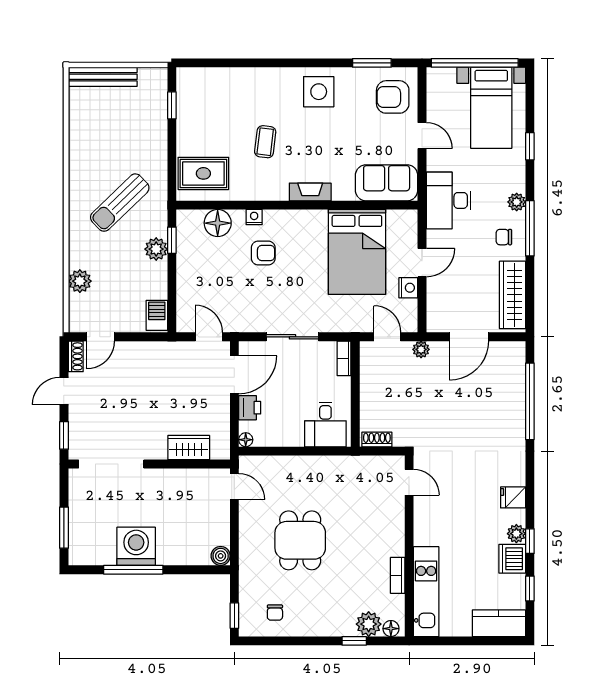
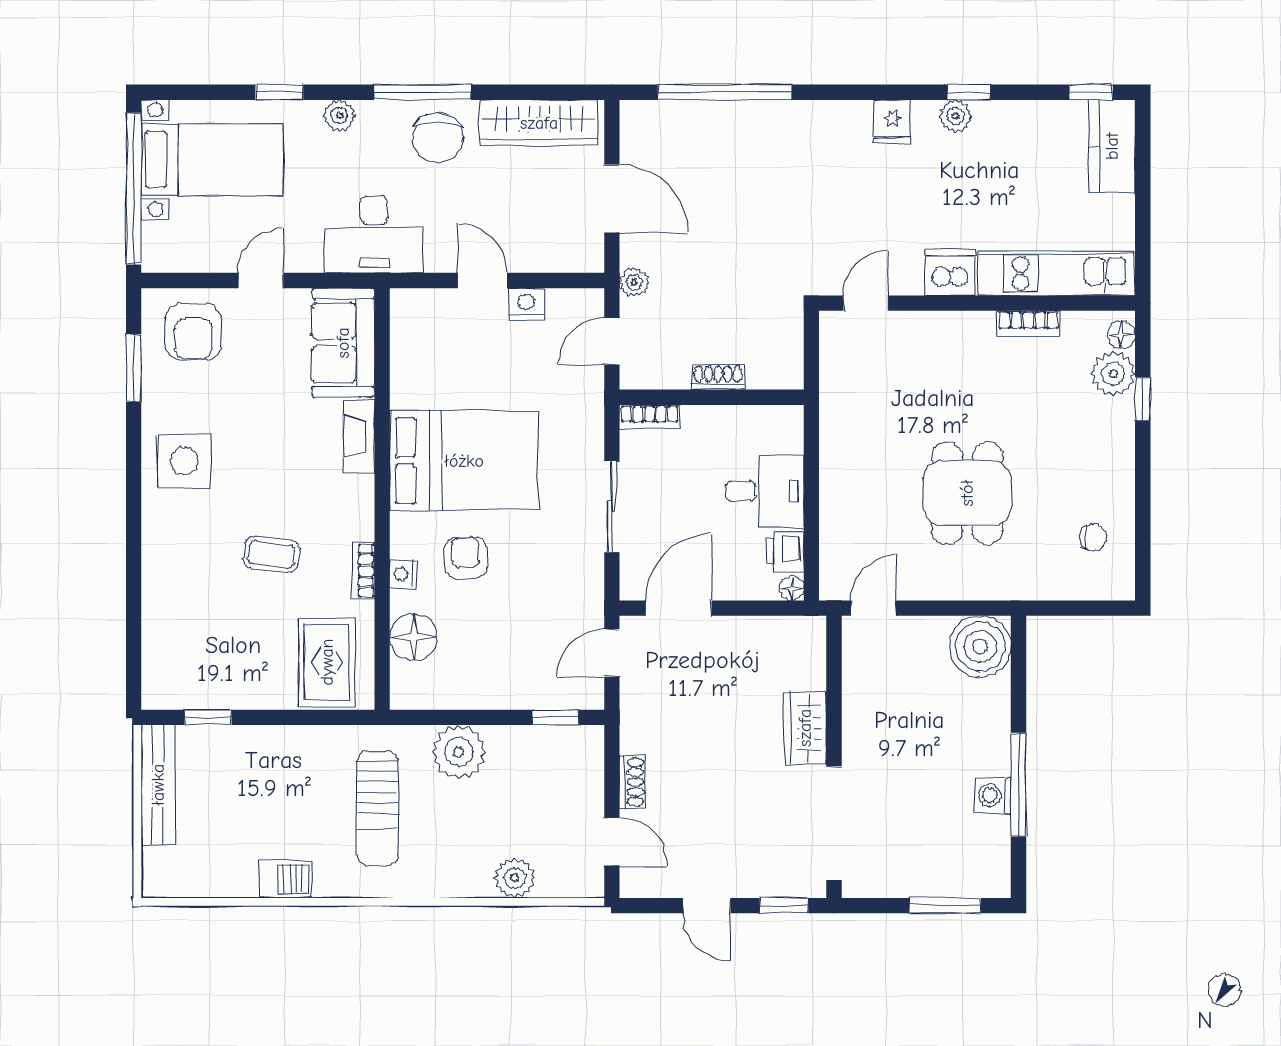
bench: (103, 77) -> (158, 785), moved
fireplace: (310, 192) -> (359, 436), moved
bookcase: (256, 194) -> (363, 571), added
plant: (517, 202) -> (339, 115), moved
sun lounger: (120, 203) -> (378, 808), turned 44
chair: (504, 237) -> (438, 138), width x1.87, depth x1.87
window: (172, 240) -> (555, 717), moved
plant: (156, 249) -> (459, 752), width x1.36, depth x1.36
bed: (357, 252) -> (464, 461), moved
barbecue: (157, 315) -> (285, 879), moved, turned 180
shoe rack: (76, 356) -> (632, 782), moved, turned 90
door: (234, 375) -> (678, 608), hinge flipped
printer: (250, 408) -> (785, 551), moved, turned -90
desk: (325, 424) -> (765, 491), moved
shoe rack: (377, 439) -> (718, 377), moved, turned 90
wardrobe: (189, 448) -> (805, 728), moved
dining table: (300, 540) -> (967, 493), turned 90
washing machine: (136, 546) -> (993, 795), width x0.53, depth x0.53
boiler: (221, 556) -> (980, 646), width x1.86, depth x1.86
dishwasher: (512, 559) -> (950, 272), moved, turned 180
window: (530, 589) -> (1091, 92), moved
window: (234, 616) -> (1099, 608), removed

